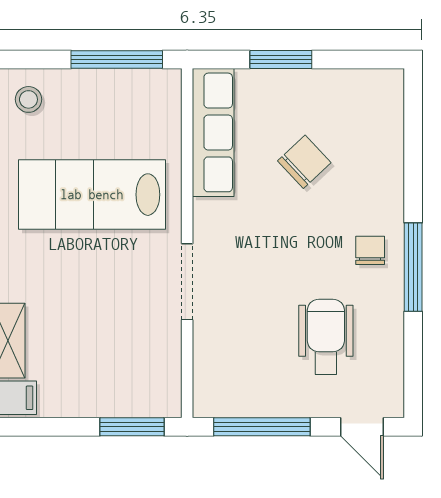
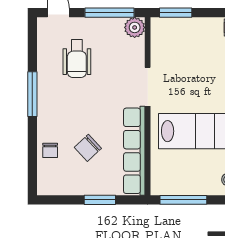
row of seats: (213, 132) -> (134, 151), width x1.36
chair: (370, 250) -> (50, 150), moved
plant: (213, 398) -> (135, 27), added

